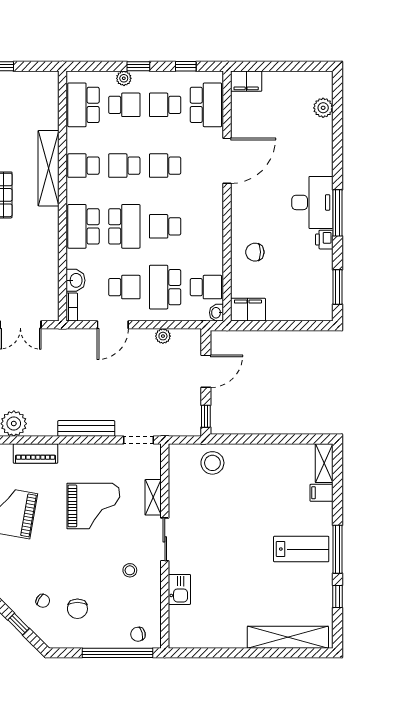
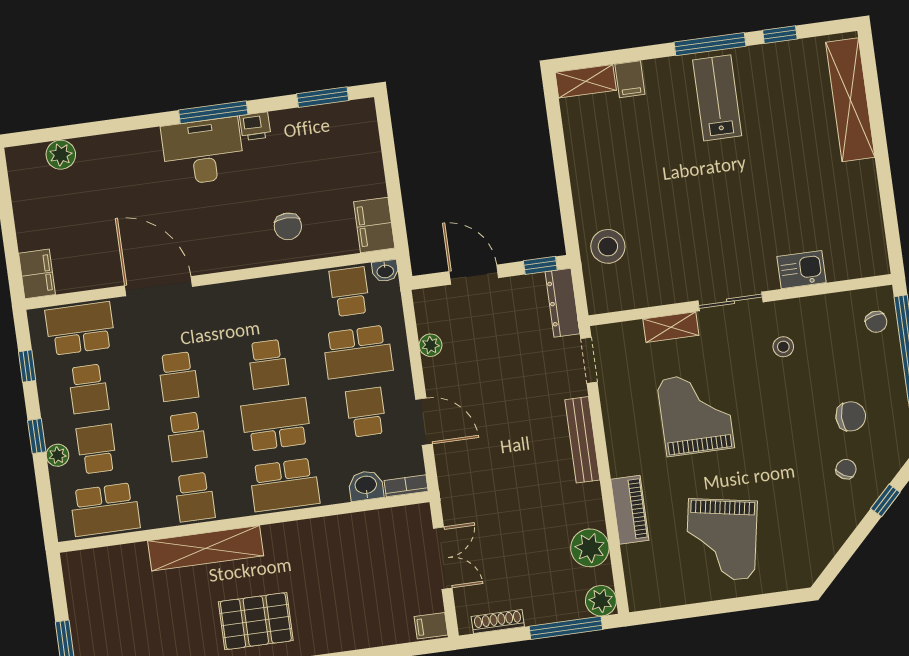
dresser: (179, 428) -> (562, 303), added

